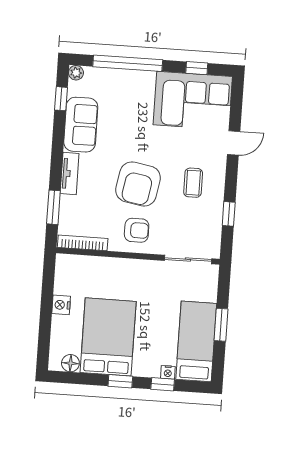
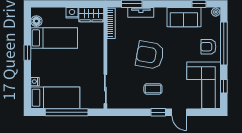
tv unit: (70, 174) -> (141, 12), moved
window: (229, 214) -> (158, 112), moved
armchair: (137, 230) -> (208, 47), moved, turned 90
wardrobe: (66, 274) -> (91, 15), added
window: (221, 325) -> (67, 112), width x2.11
bed: (108, 337) -> (54, 38), width x0.67
window: (163, 384) -> (27, 79), removed

